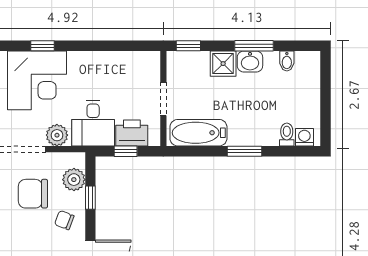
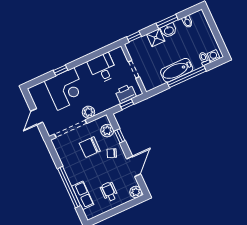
desk: (93, 123) -> (103, 68), moved, turned 180
bathtub: (198, 133) -> (177, 70), moved
window: (245, 151) -> (187, 77), width x2.11

